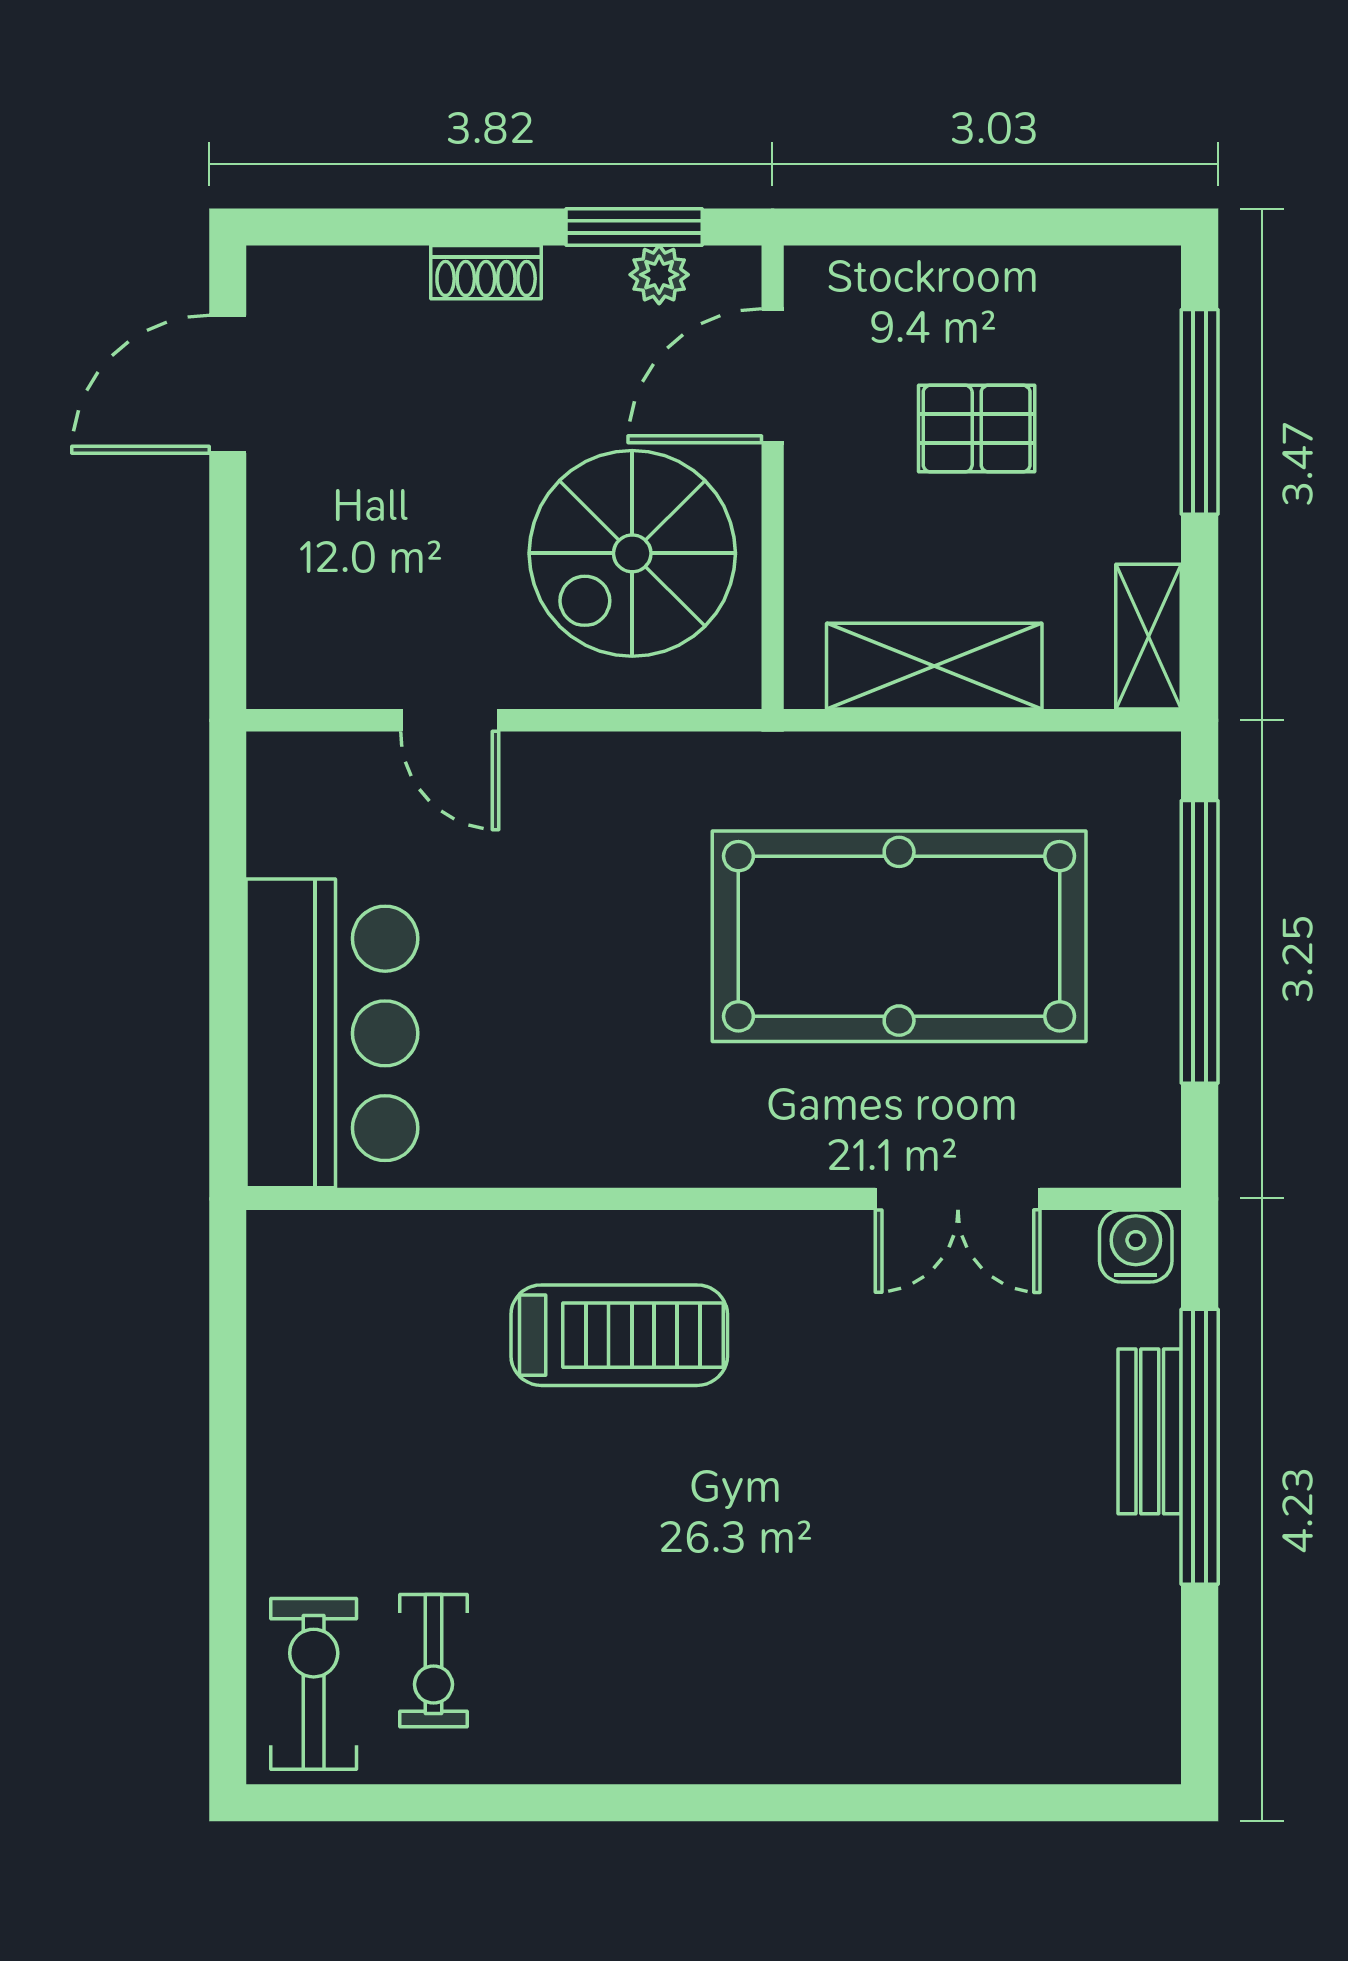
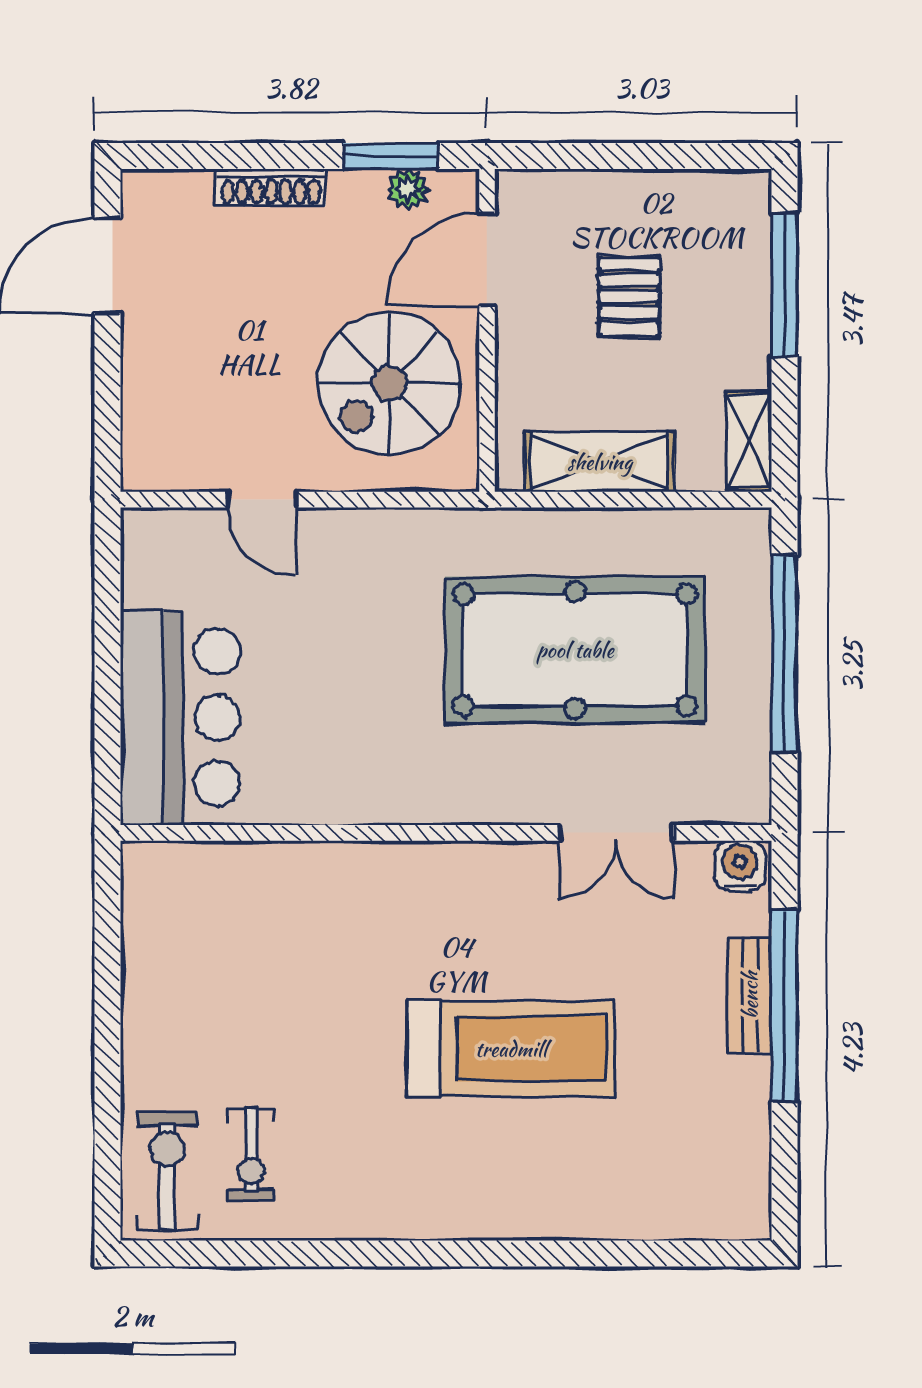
shoe rack: (486, 272) -> (271, 187), width x1.43
pallet: (977, 429) -> (629, 296), turned 90
treadmill: (619, 1335) -> (511, 1049), moved, width x1.37, depth x1.37

